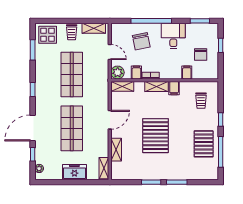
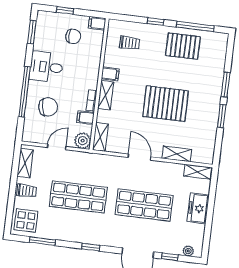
filing cabinet: (187, 72) -> (97, 23), moved

